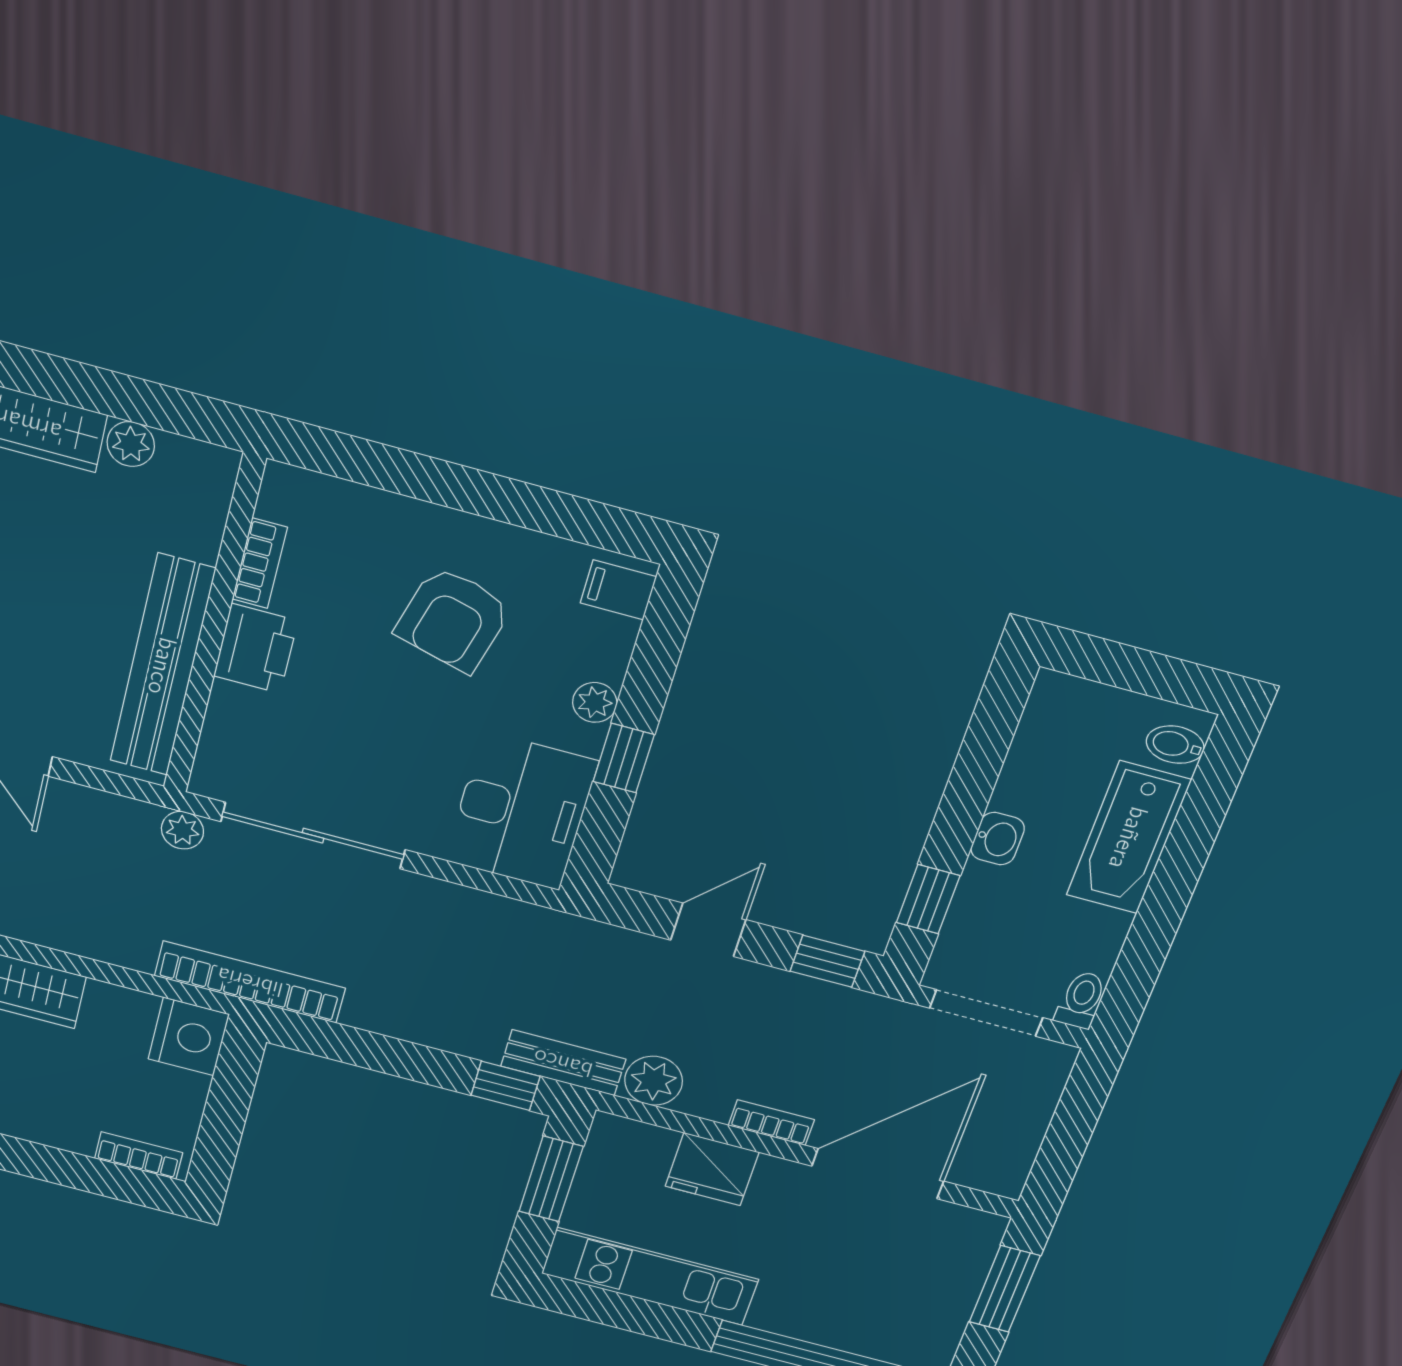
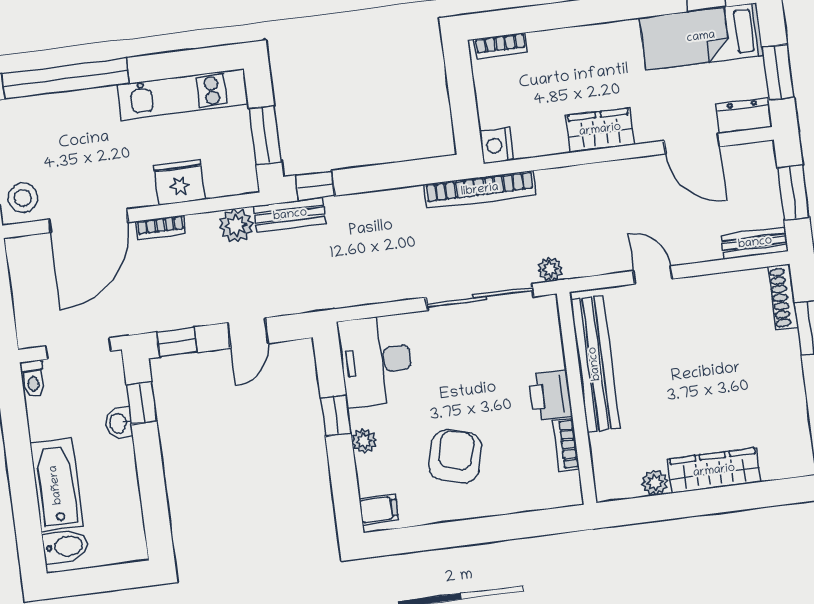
bidet: (1175, 745) -> (65, 547), width x1.38, depth x1.36
washbasin: (998, 839) -> (119, 423), moved
nightstand: (189, 1037) -> (496, 146), width x0.74, depth x0.75
stool: (960, 1240) -> (23, 198), added

